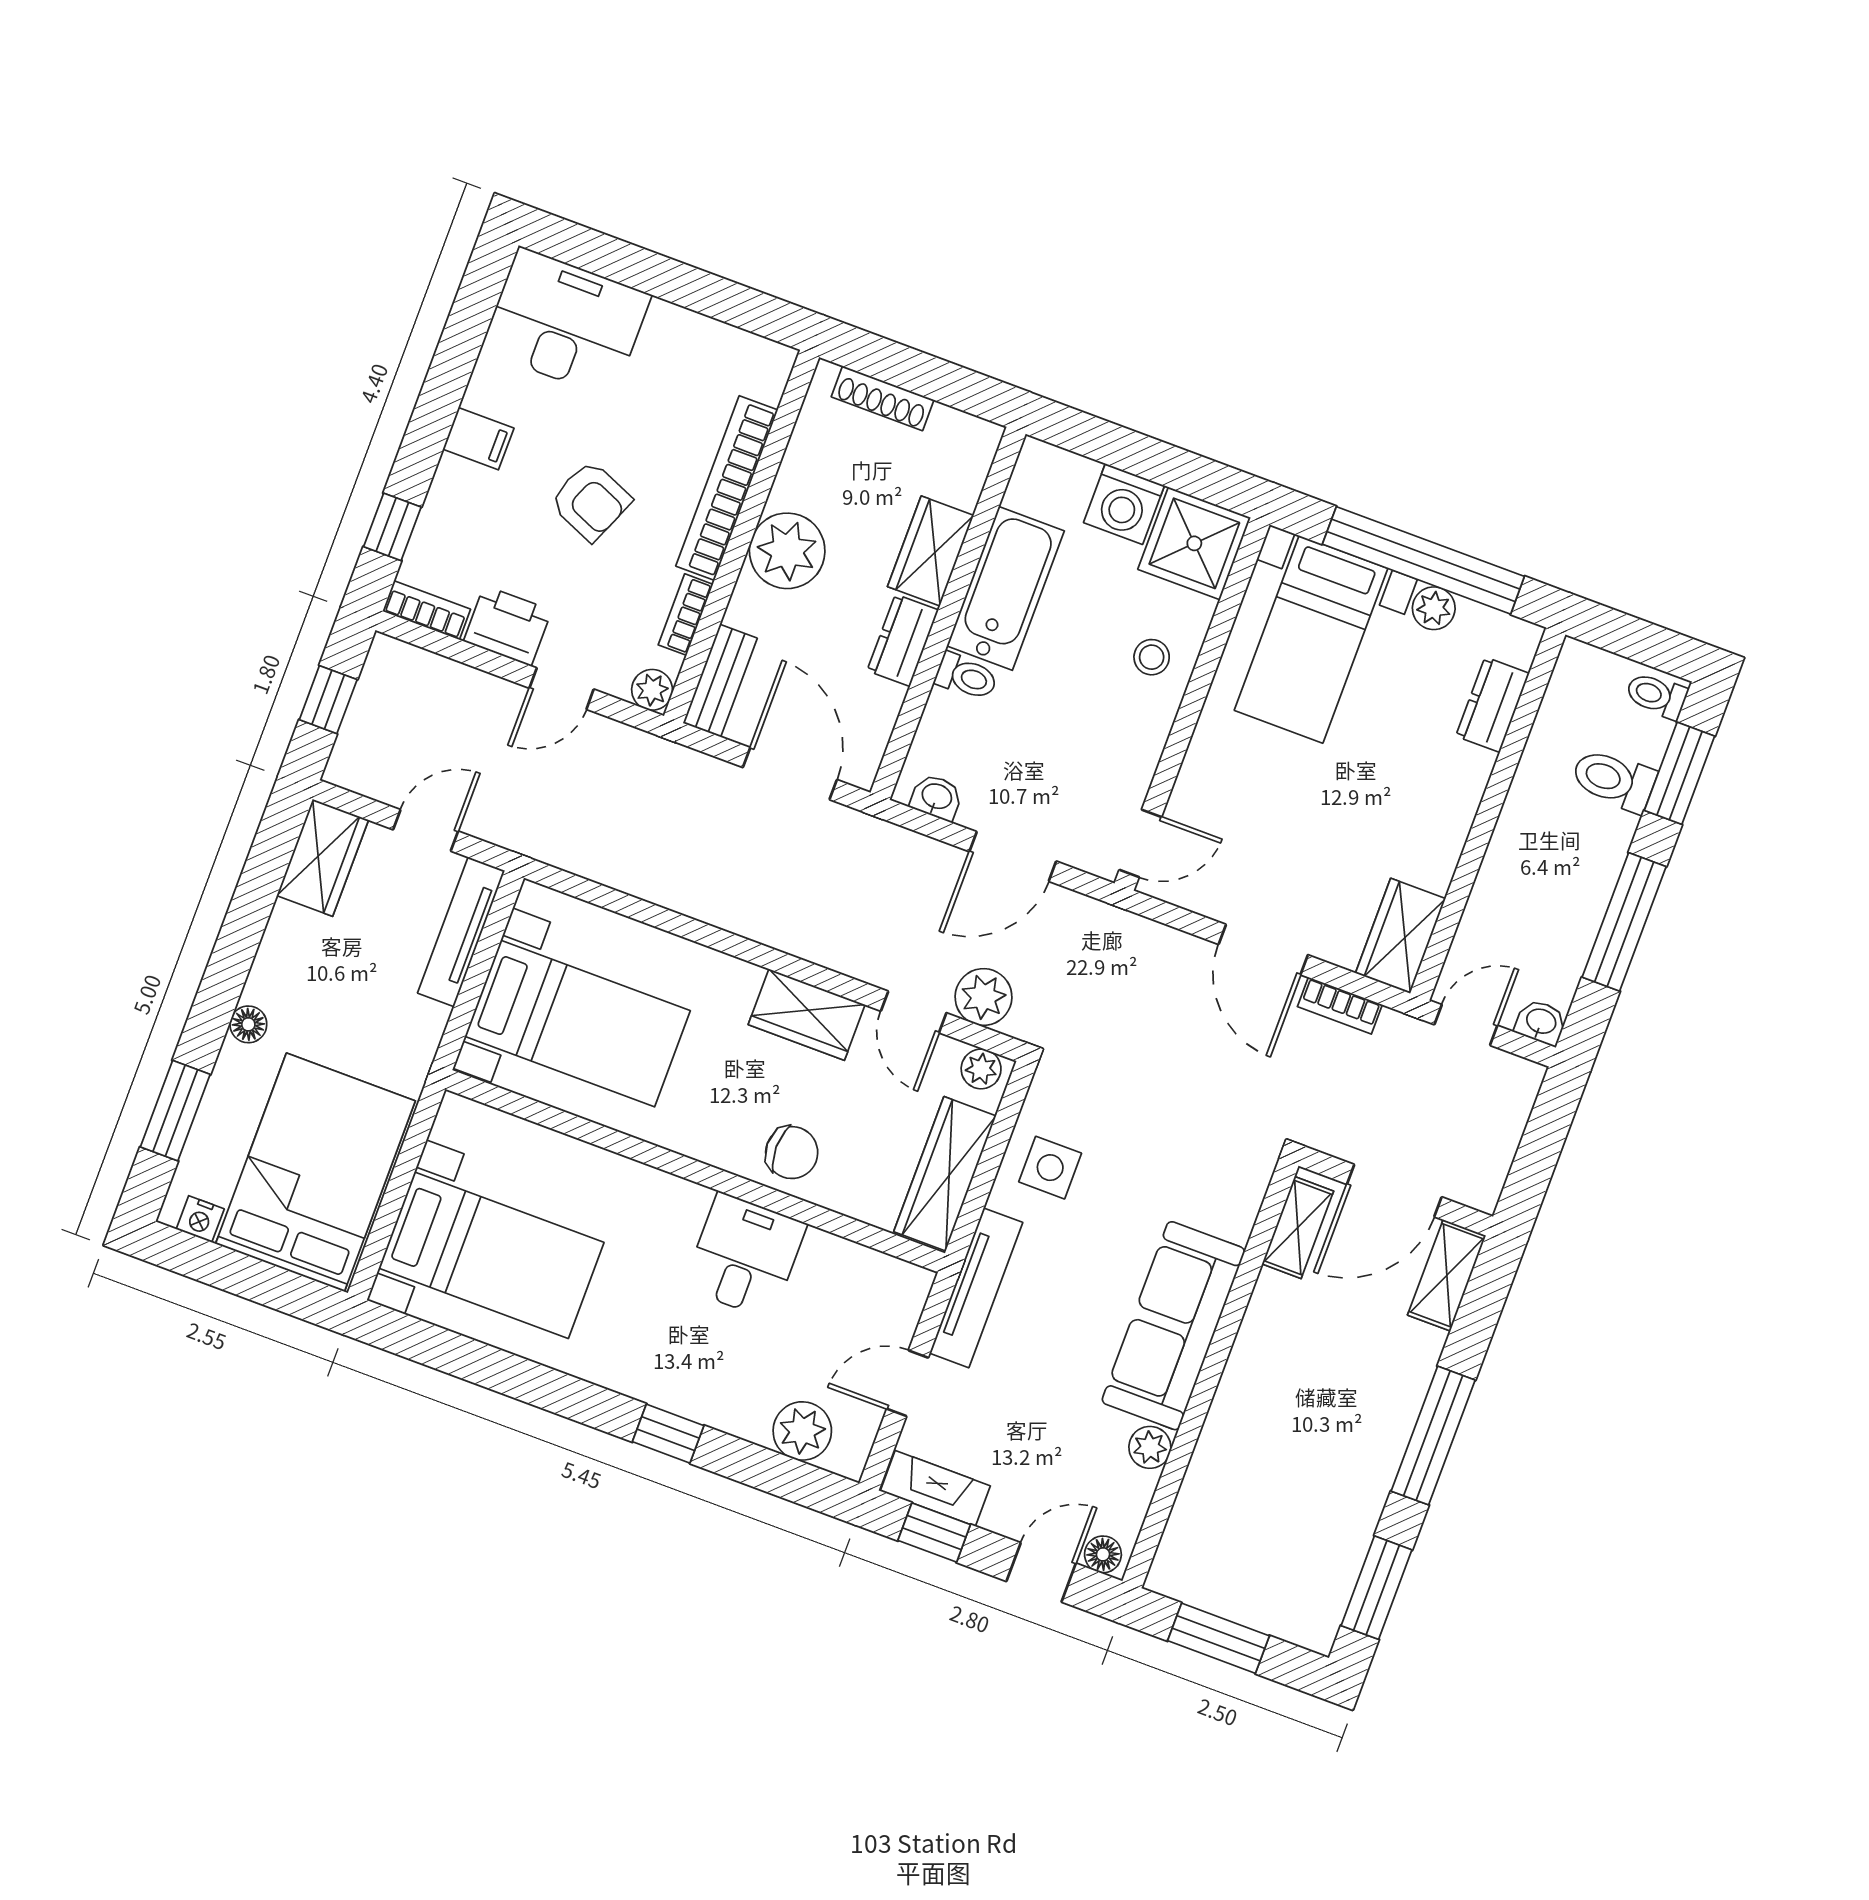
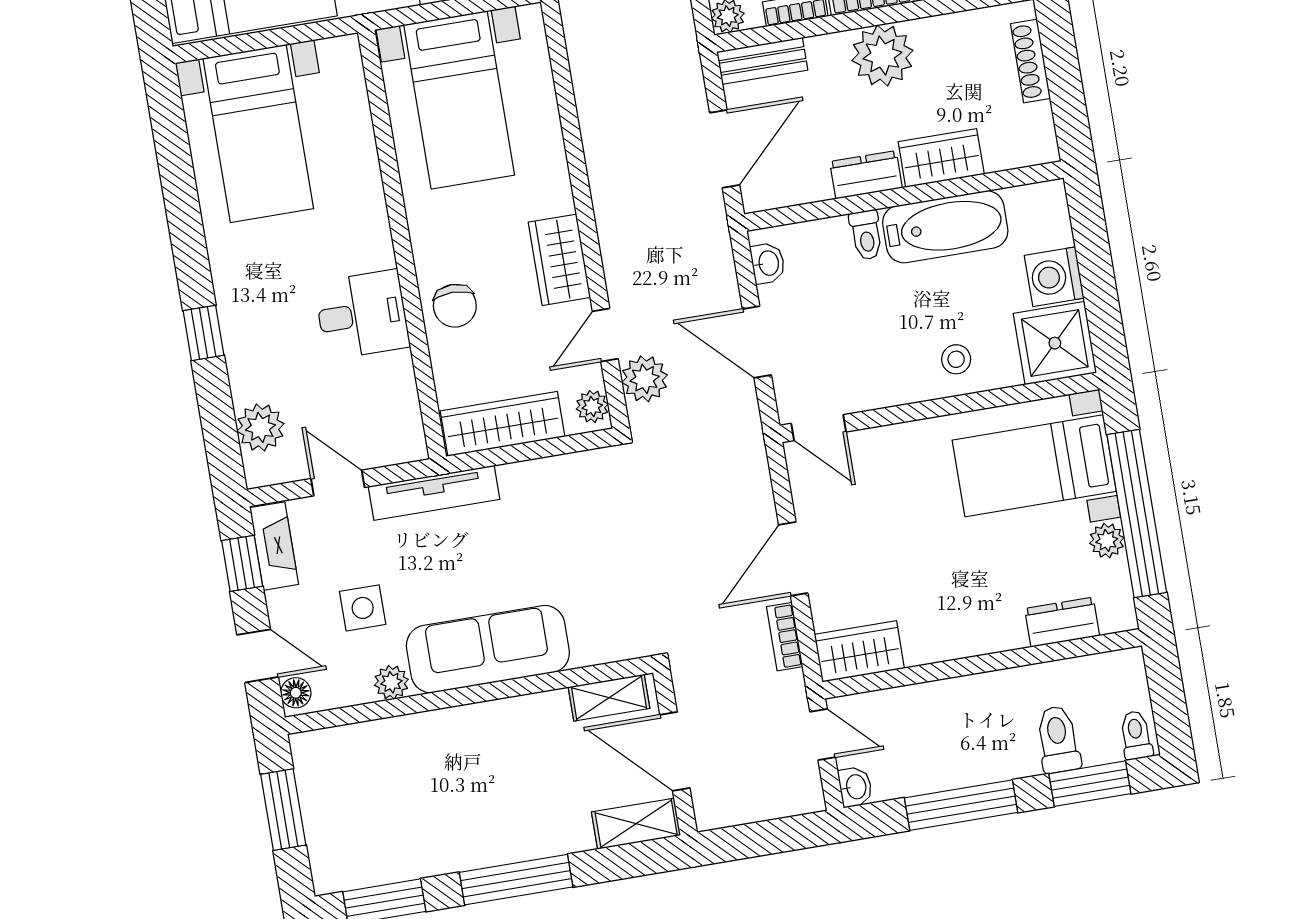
side table: (1050, 1168) -> (363, 608), moved

